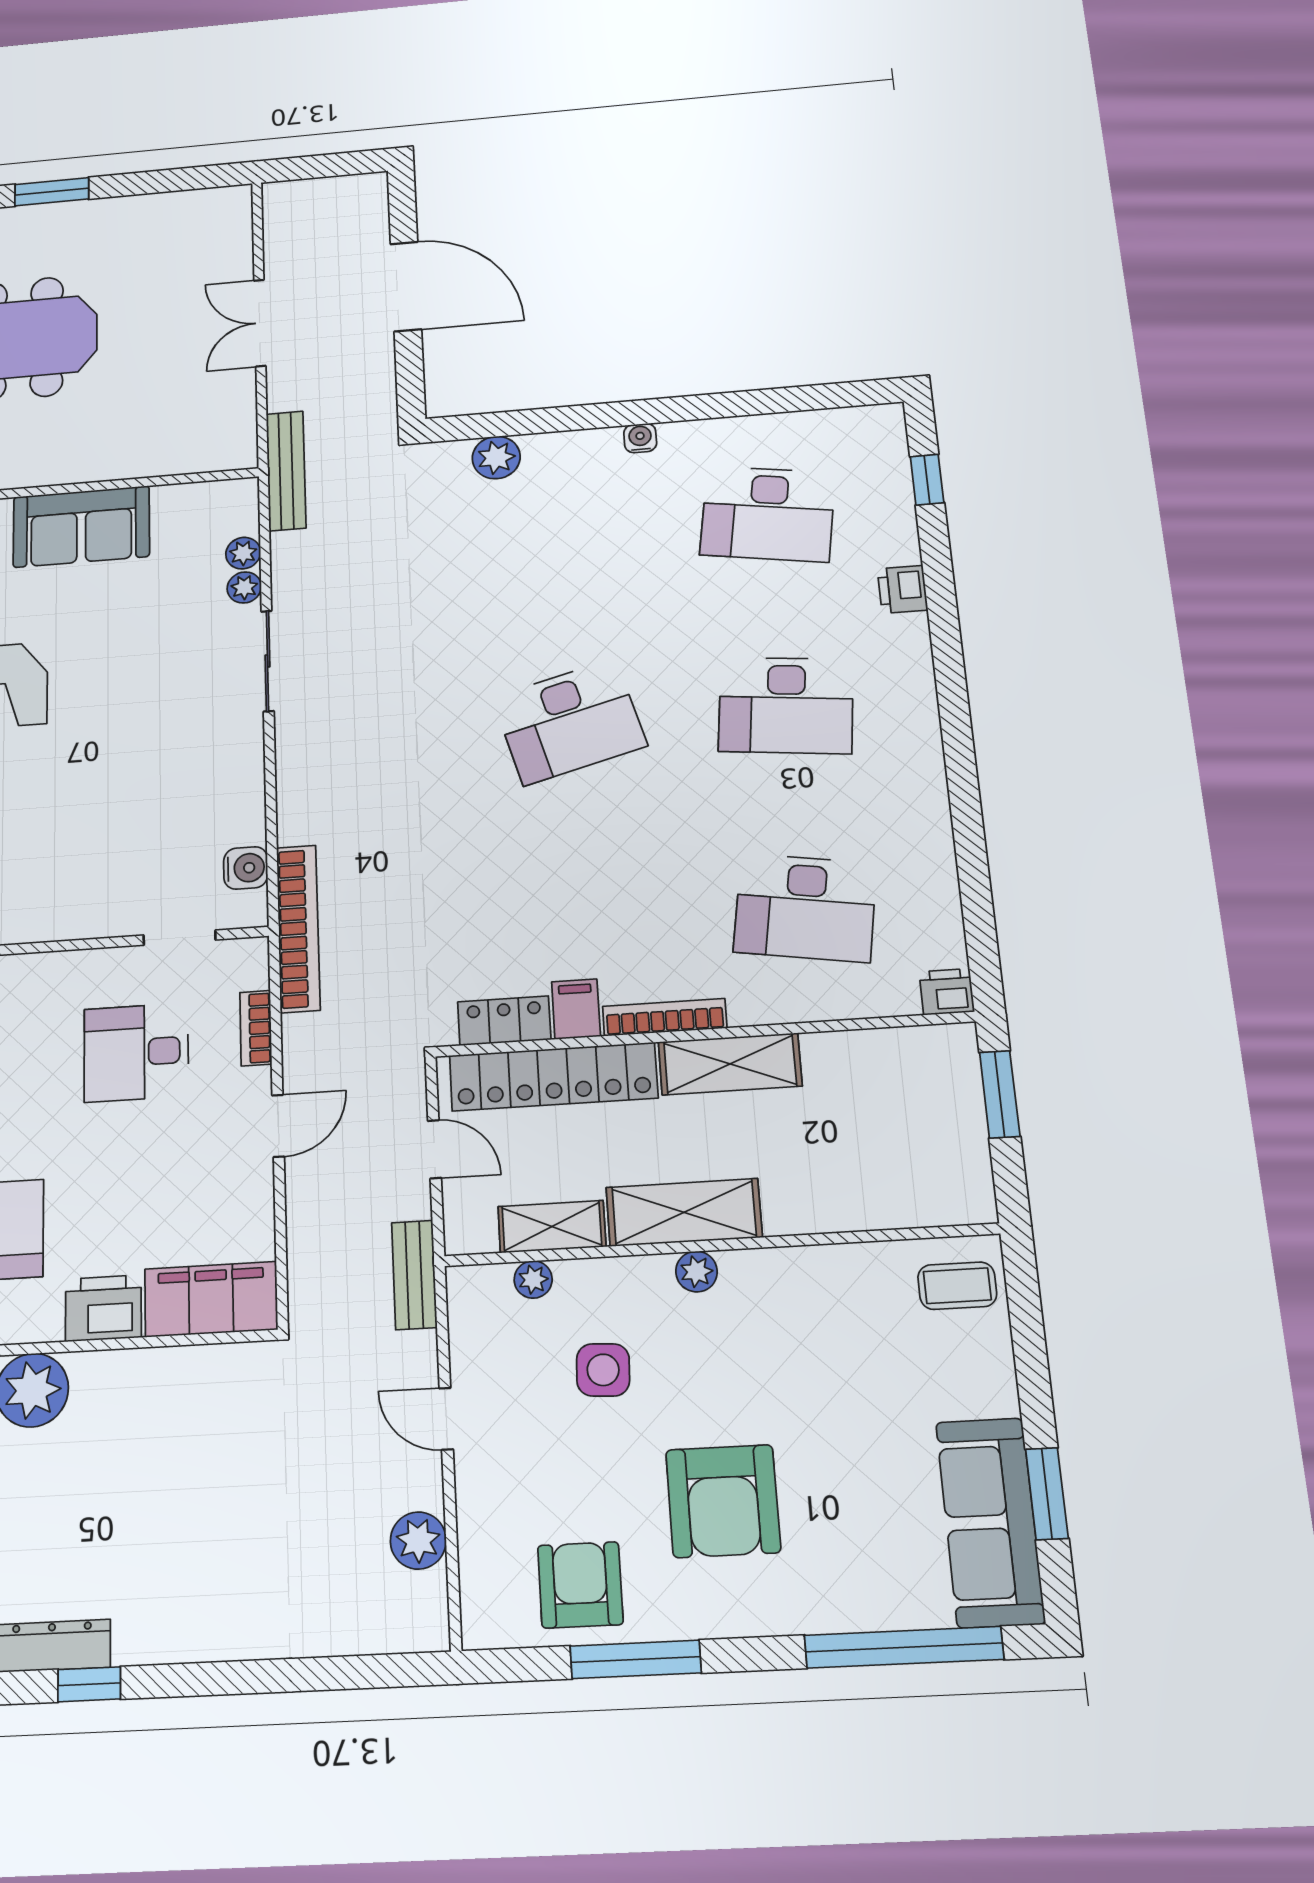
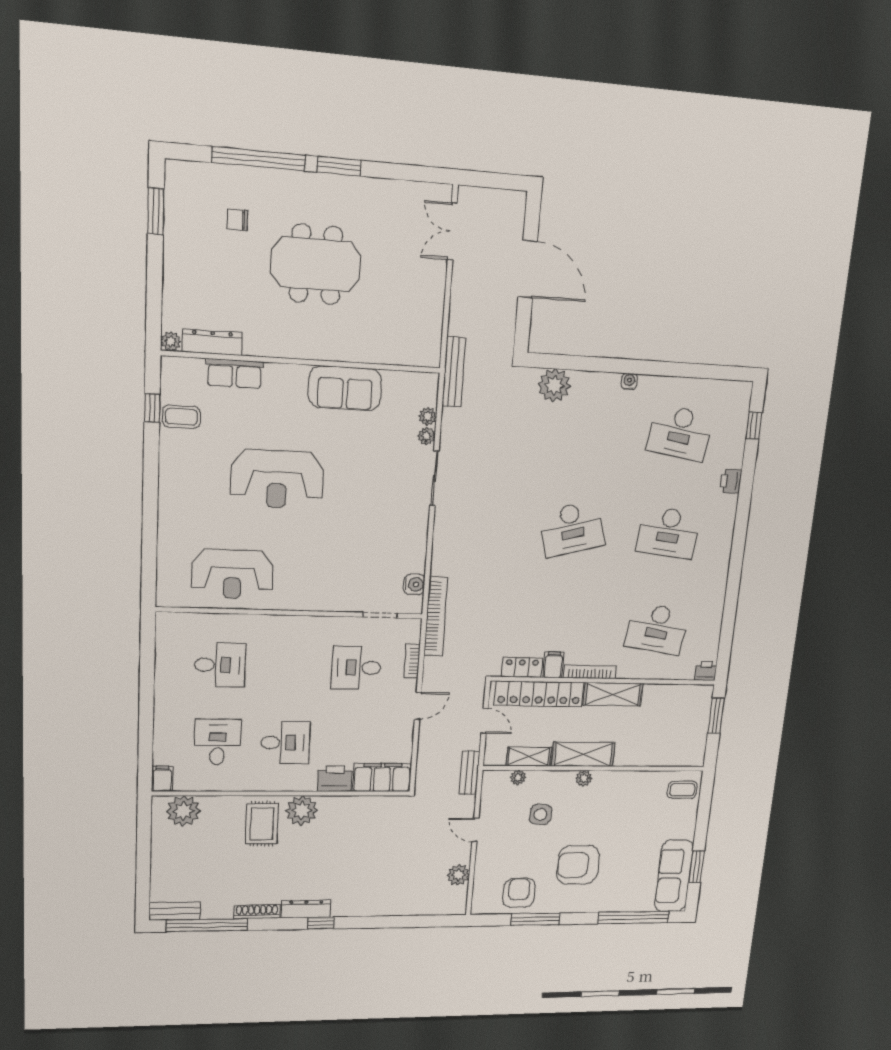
double door: (260, 323) -> (452, 231), moved
plant: (496, 458) -> (554, 385), width x1.36, depth x1.36
armchair: (723, 1501) -> (578, 865), turned 90

